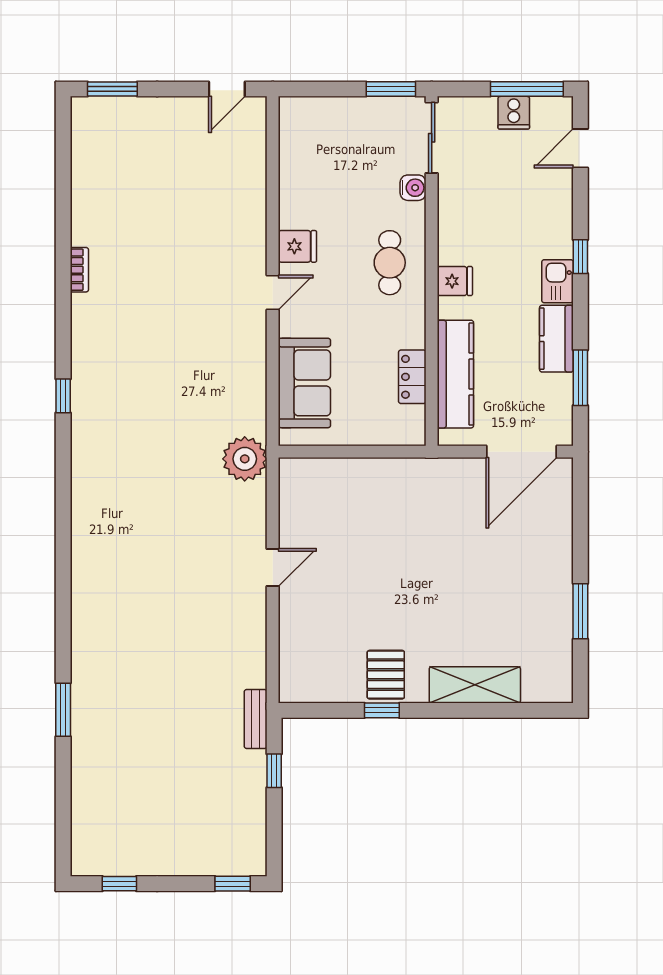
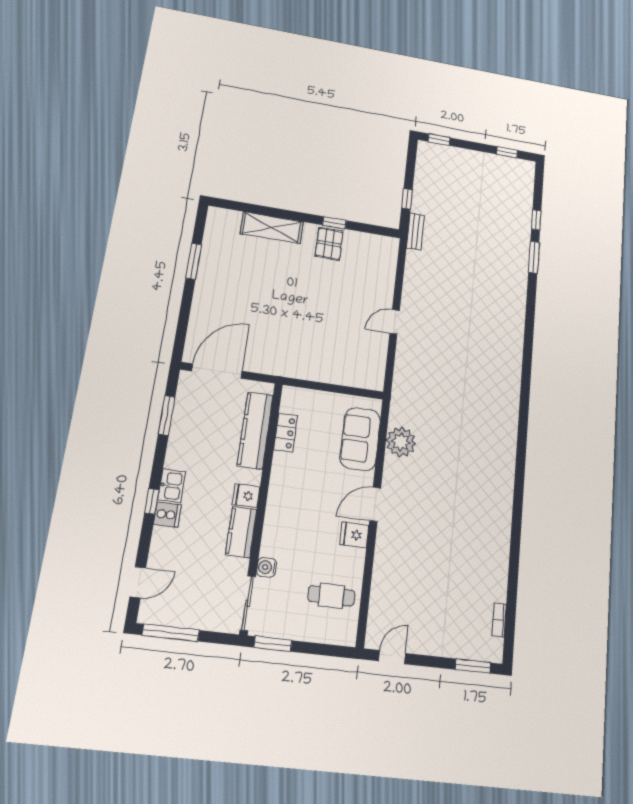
cooker: (514, 113) -> (167, 515), moved, turned 90
cafe table: (390, 263) -> (331, 596), moved, turned 90
bookcase: (79, 270) -> (499, 620), moved
door: (273, 292) -> (375, 504), width x1.38
kitchen counter: (556, 339) -> (241, 532), moved, turned 180
window: (63, 396) -> (536, 220), moved
plant: (245, 459) -> (401, 442), moved

